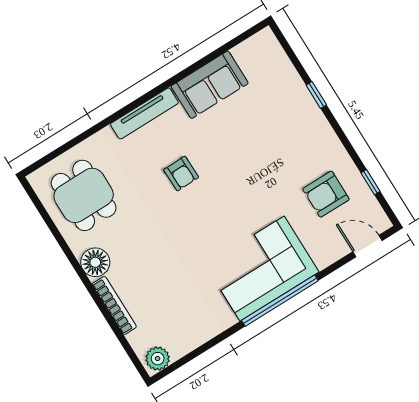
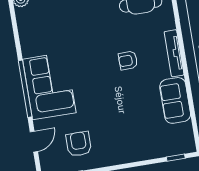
window: (316, 95) -> (176, 158), moved
door: (368, 246) -> (34, 142), moved

